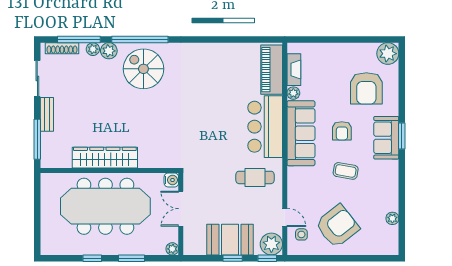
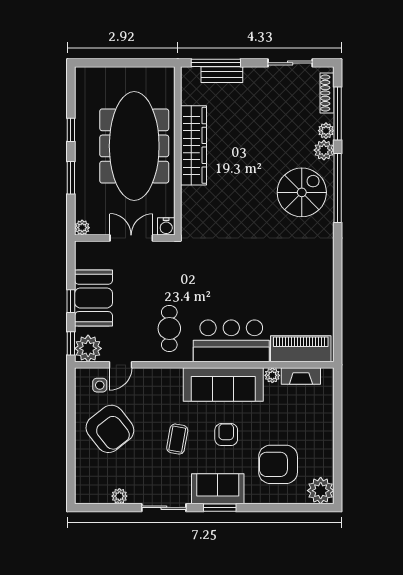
bench: (47, 114) -> (222, 75), moved
armchair: (342, 131) -> (226, 435), turned 90
sliding door: (402, 182) -> (164, 508), added

